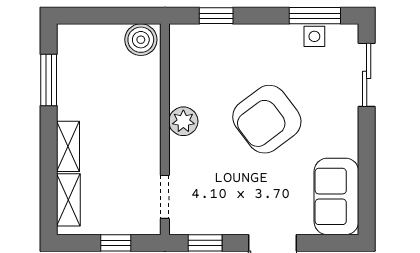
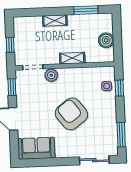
side table: (314, 36) -> (107, 86), moved
boiler: (141, 40) -> (106, 40), moved
plant: (183, 121) -> (51, 75), moved
shelving: (68, 200) -> (72, 58), moved

